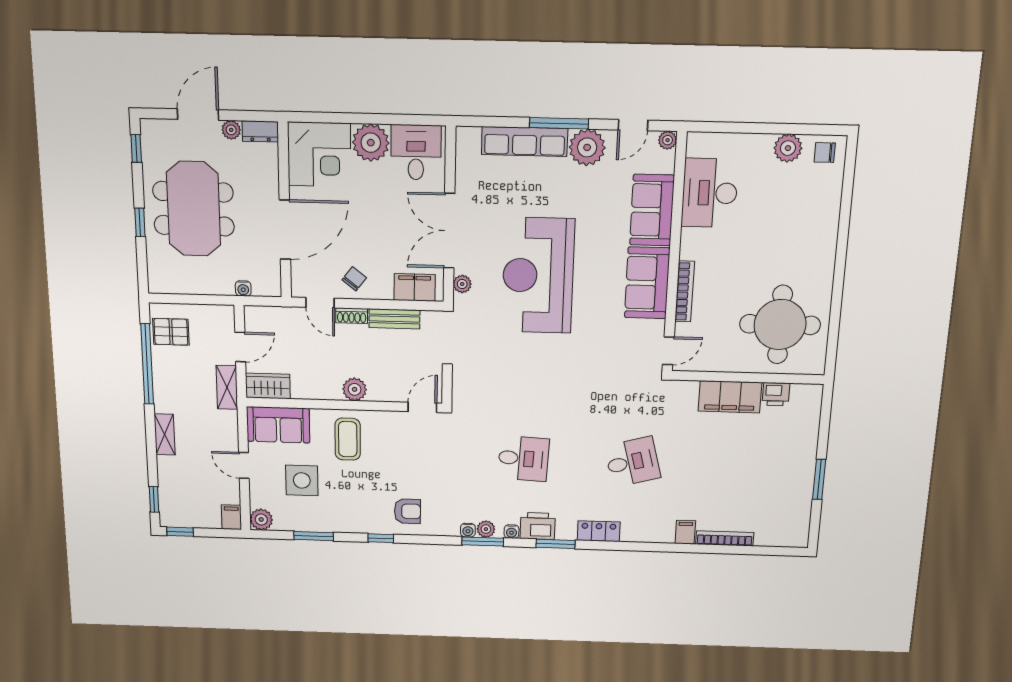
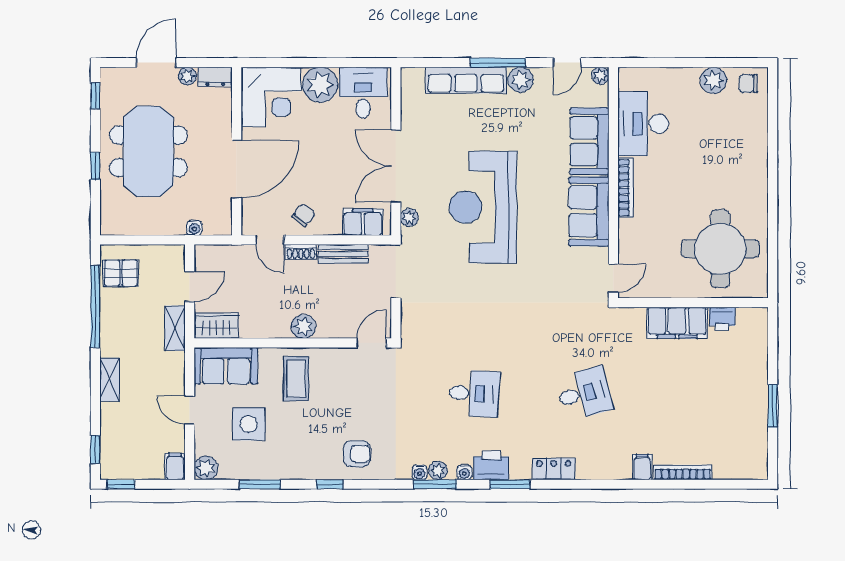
plant: (587, 147) -> (521, 80), width x0.73, depth x0.73
bookcase: (685, 292) -> (626, 188), moved

